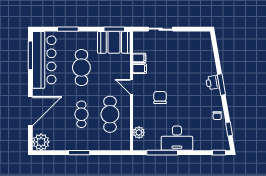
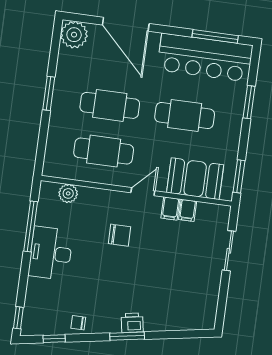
booth: (114, 42) -> (195, 179), moved, turned 90
cafe table: (81, 114) -> (110, 105), width x1.37, depth x1.35

